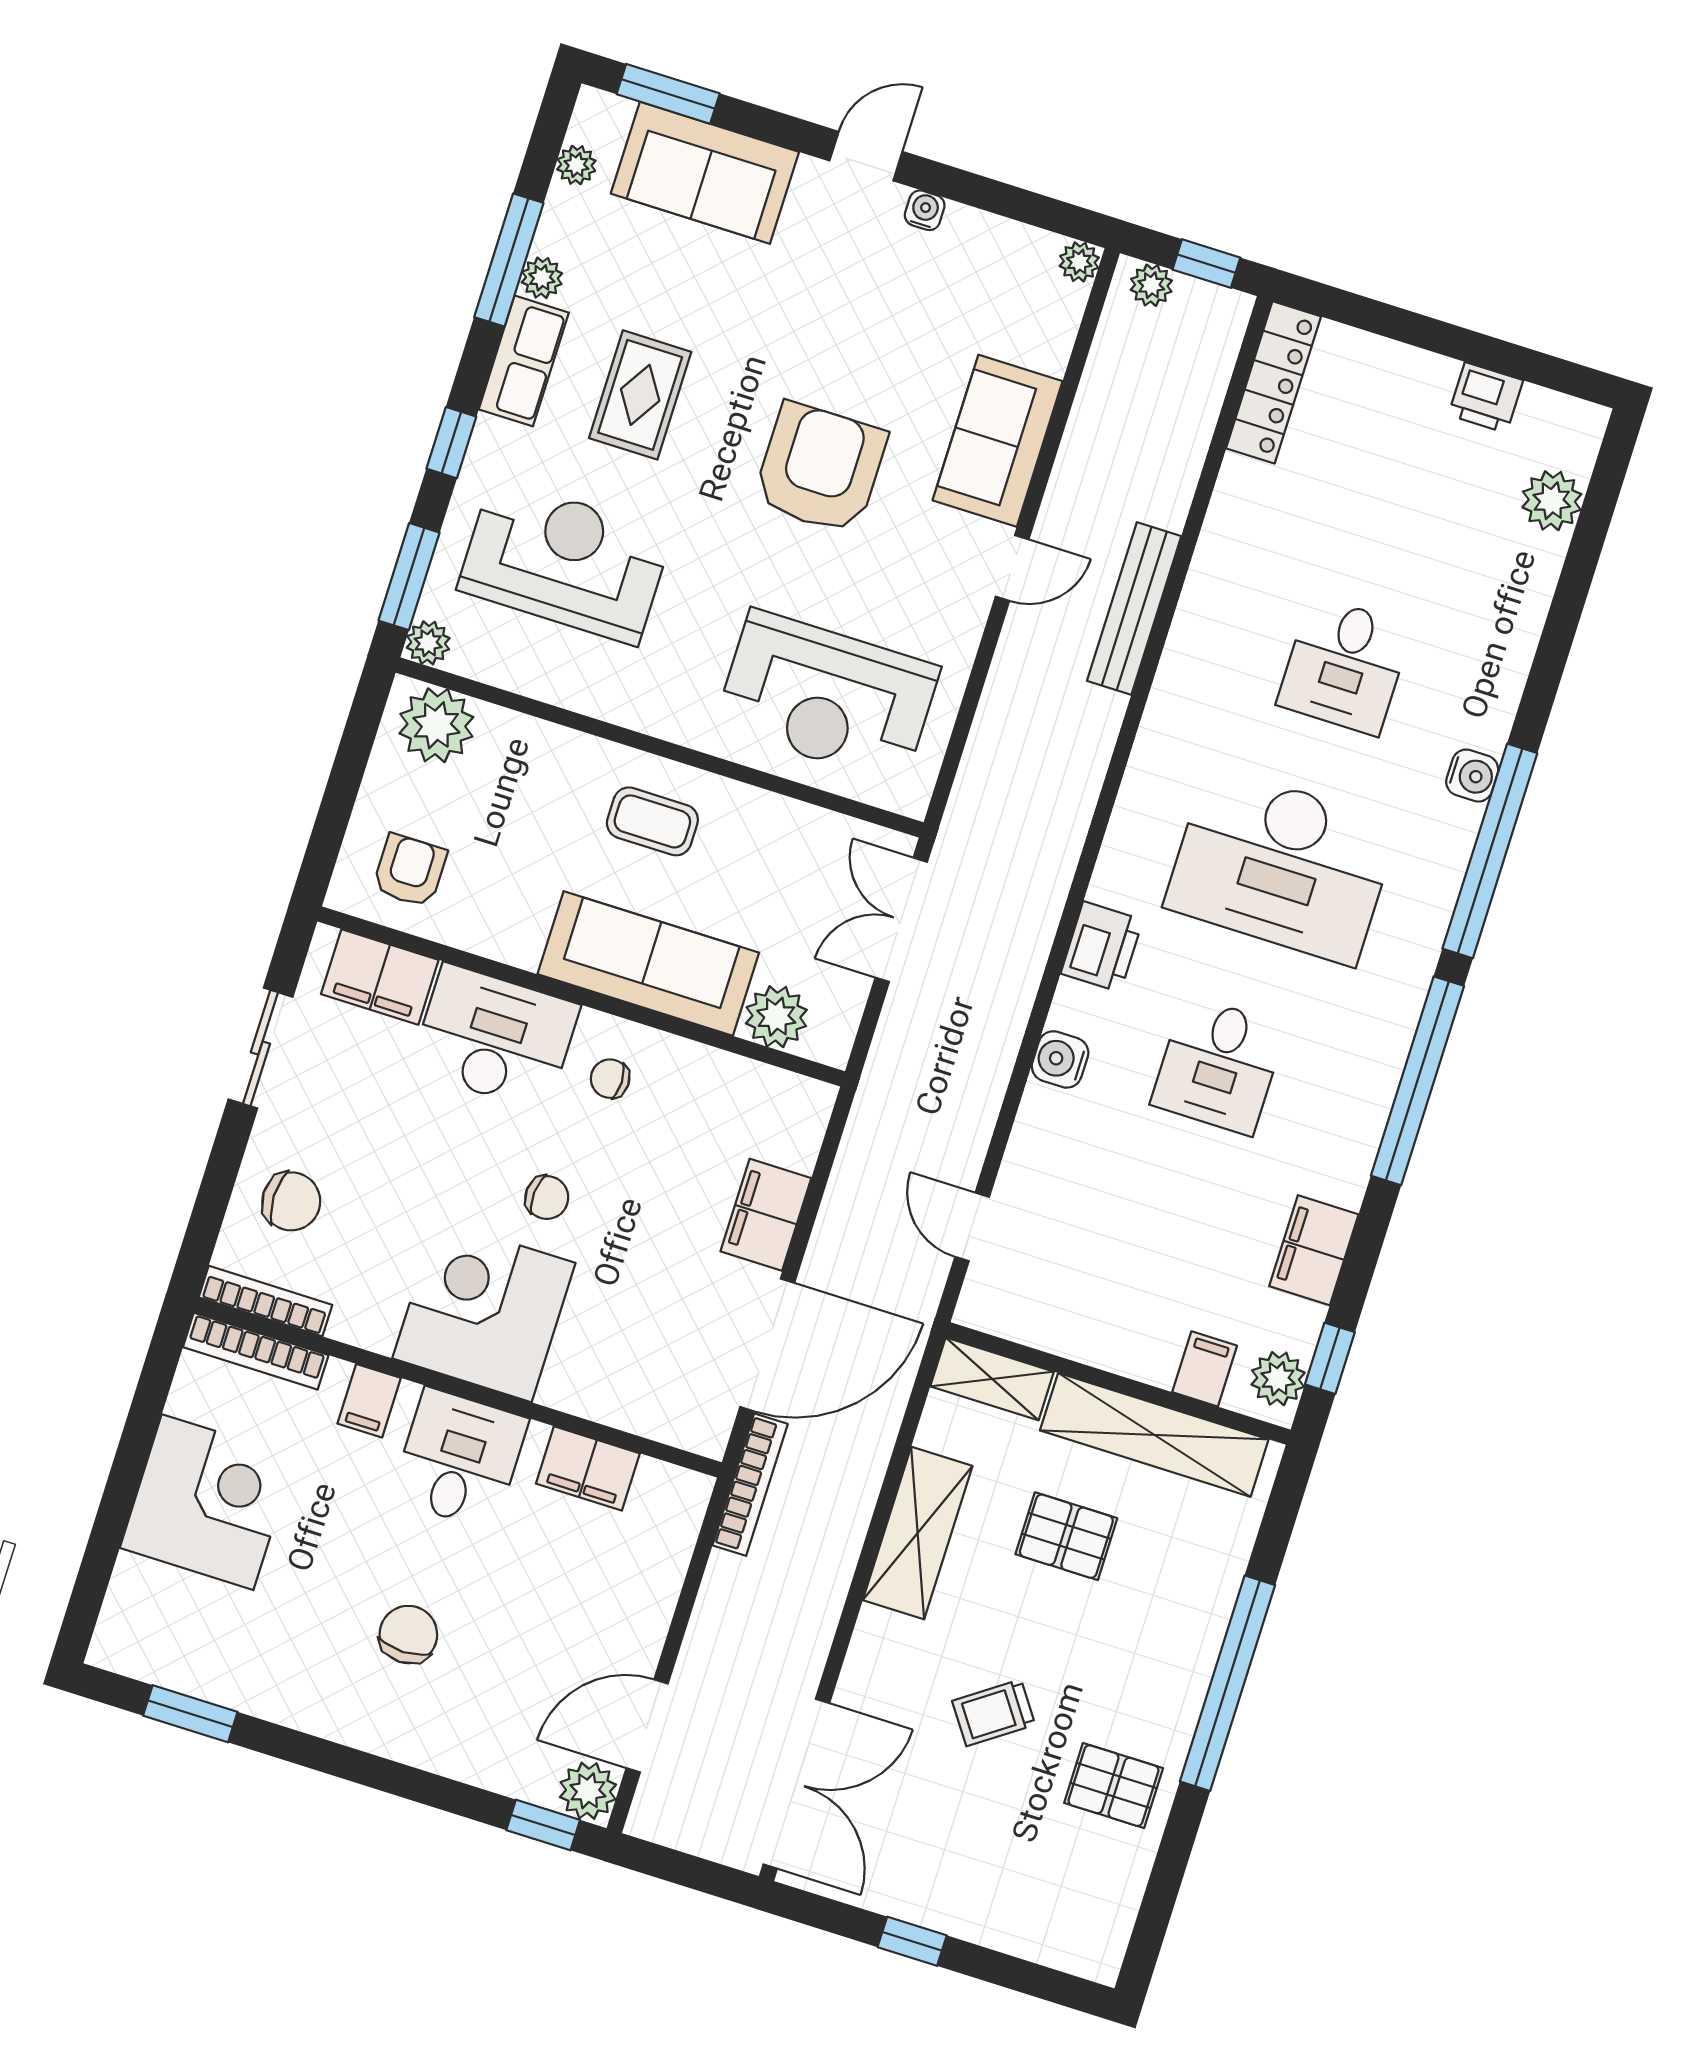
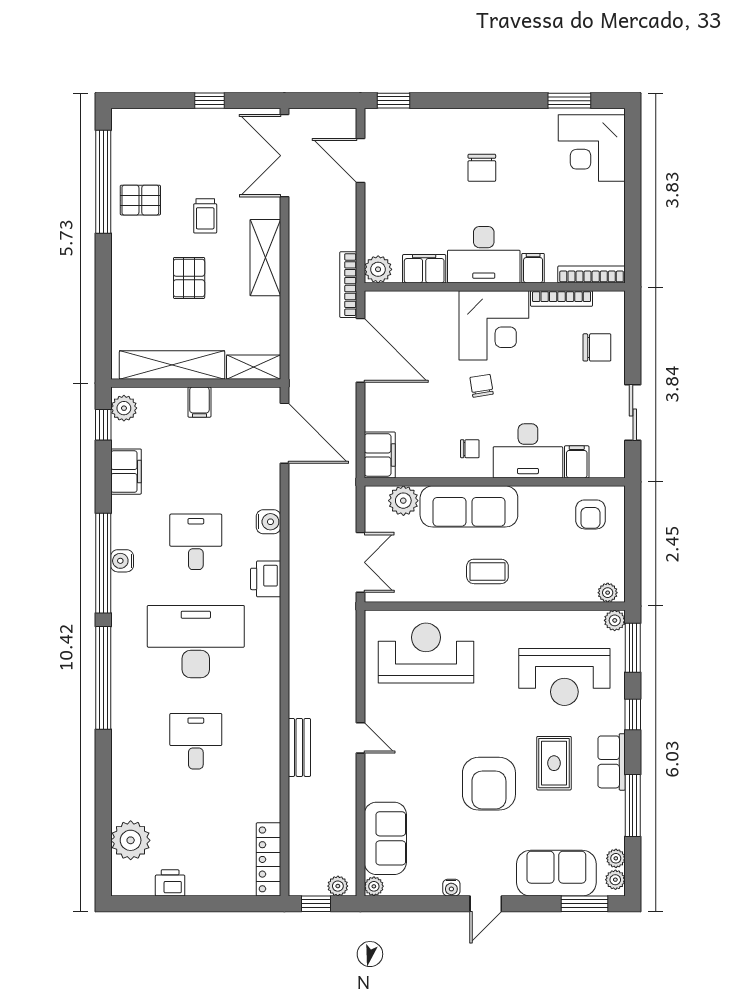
plant: (542, 278) -> (615, 880), moved
sofa: (998, 441) -> (385, 838), moved
armchair: (820, 468) -> (489, 784), moved
plant: (1552, 501) -> (131, 840), width x1.36, depth x1.36
door: (1012, 568) -> (360, 738), swing flipped
bench: (1134, 609) -> (299, 747), width x0.73
plant: (436, 725) -> (608, 593), width x0.53, depth x0.53
water cooler: (1472, 776) -> (122, 561), moved
filing cabinet: (380, 977) -> (577, 462), width x0.50
chair: (547, 1197) -> (482, 386), turned 77
chair: (291, 1201) -> (597, 347), turned 180
filing cabinet: (766, 1215) -> (380, 455), moved
door: (972, 1227) -> (284, 433), width x1.87
bookcase: (265, 1301) -> (562, 299), moved
door: (767, 1345) -> (360, 350), swing flipped
filing cabinet: (1205, 1369) -> (199, 402), moved
desk: (459, 1459) -> (484, 255), width x1.37
corner desk: (208, 1502) -> (592, 148), moved
shelving: (918, 1533) -> (265, 258), moved
pallet: (1066, 1536) -> (189, 278), moved, turned 90
window: (1227, 1683) -> (103, 182), moved
trolley: (994, 1713) -> (205, 216), turned 125
door: (647, 1726) -> (360, 160), swing flipped
plant: (588, 1791) -> (378, 269), moved

